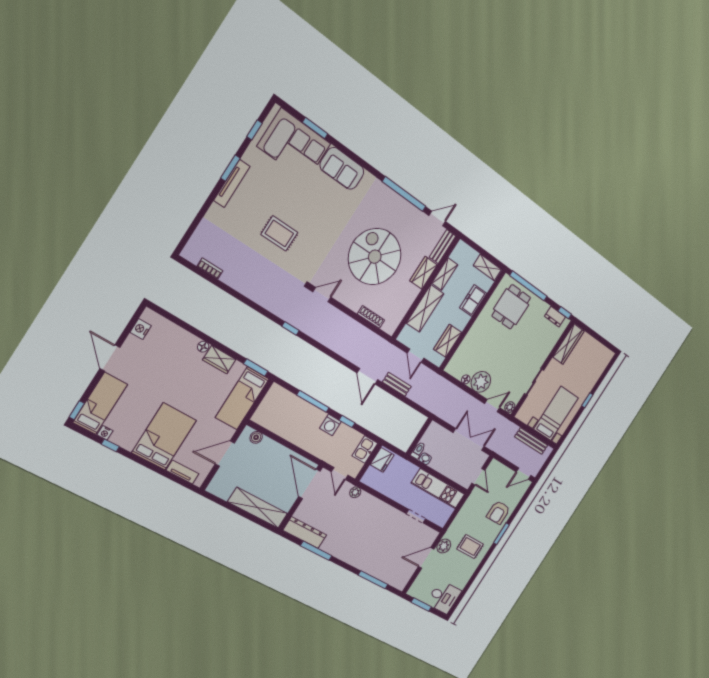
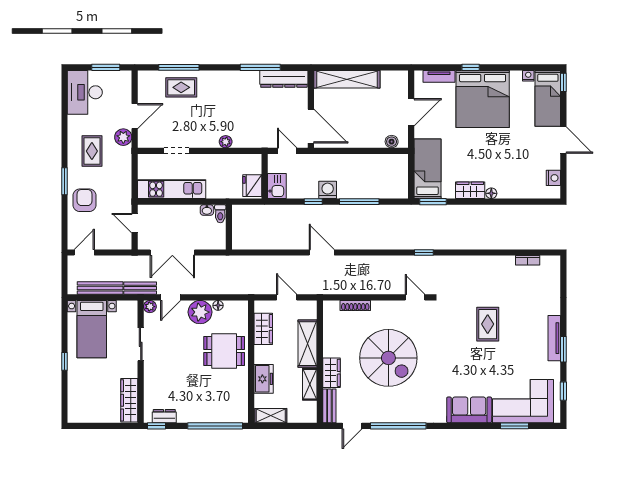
rug: (279, 233) -> (488, 324), turned 90
door: (322, 295) -> (415, 297), swing flipped
dining table: (511, 307) -> (224, 351), moved, turned 90
bench: (397, 384) -> (140, 288), moved
bed: (164, 436) -> (483, 99), width x1.36
window: (110, 445) -> (471, 67), moved
plant: (355, 492) -> (226, 142), moved
rug: (470, 547) -> (92, 151), turned 90
rug: (381, 564) -> (181, 87), added
desk: (444, 597) -> (85, 92), width x1.37

